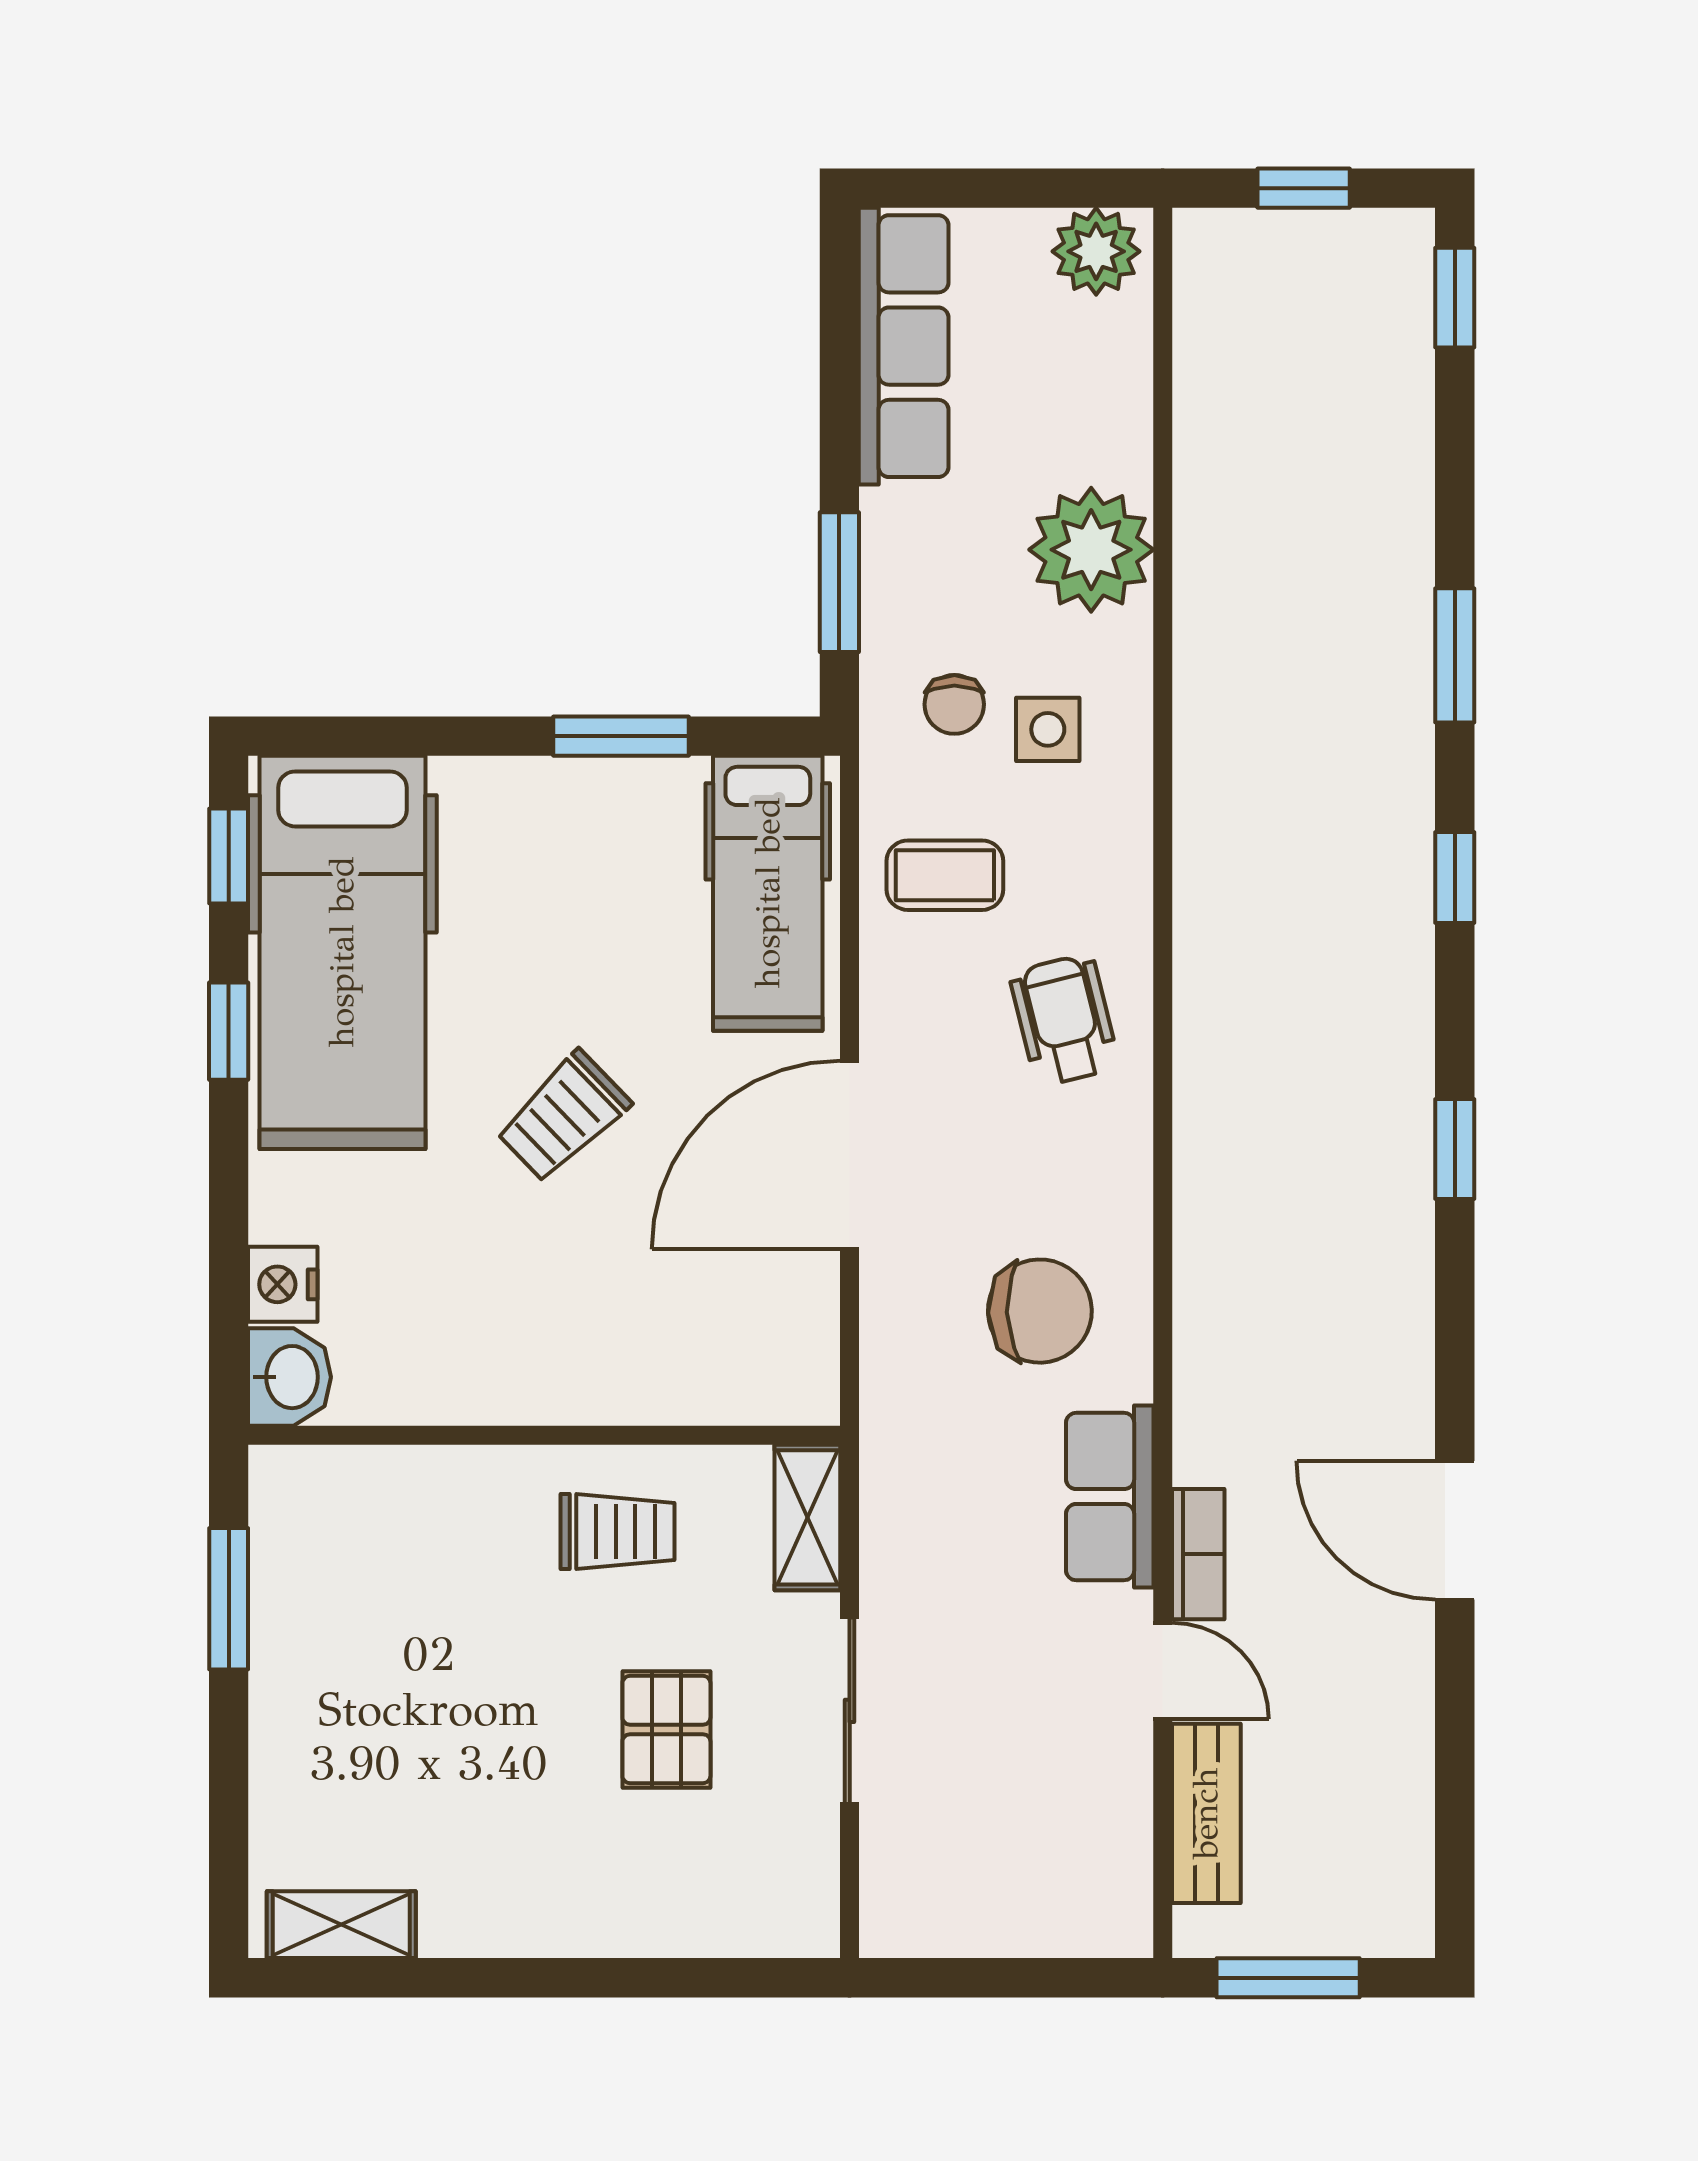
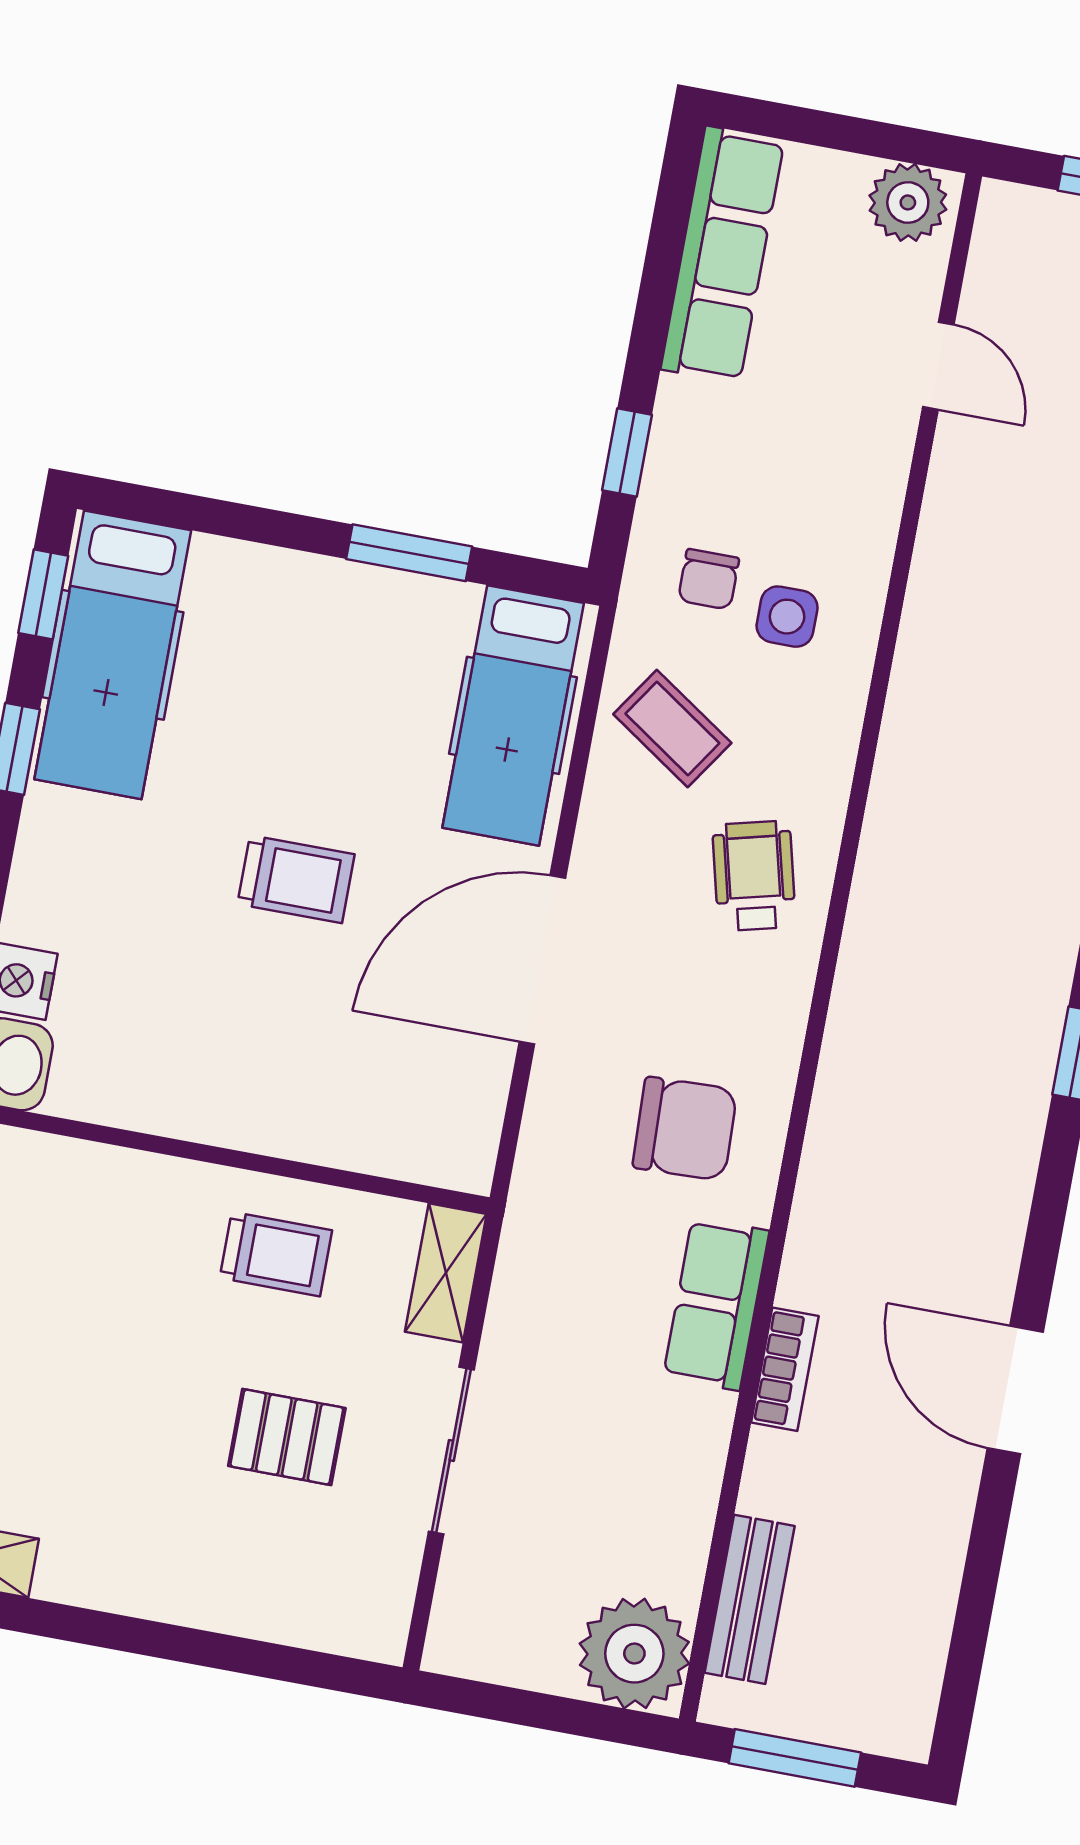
plant: (1091, 550) -> (634, 1654), moved
window: (839, 582) -> (627, 452), width x0.67
coffee table: (945, 875) -> (672, 728), turned 34
hospital bed: (342, 952) -> (113, 655), width x0.73, depth x0.78
trolley: (563, 1117) -> (296, 879), turned -136
door: (1163, 1671) -> (938, 366), moved
pallet: (666, 1730) -> (287, 1437), turned 90

